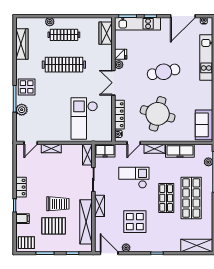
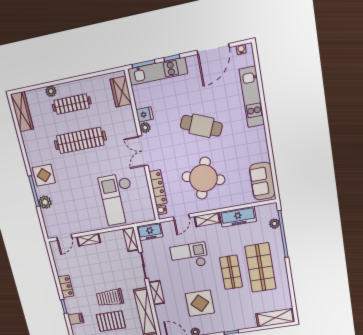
wardrobe: (22, 44) -> (22, 112), moved
cafe table: (164, 72) -> (201, 126), turned 35
trolley: (58, 204) -> (110, 298), turned 180

